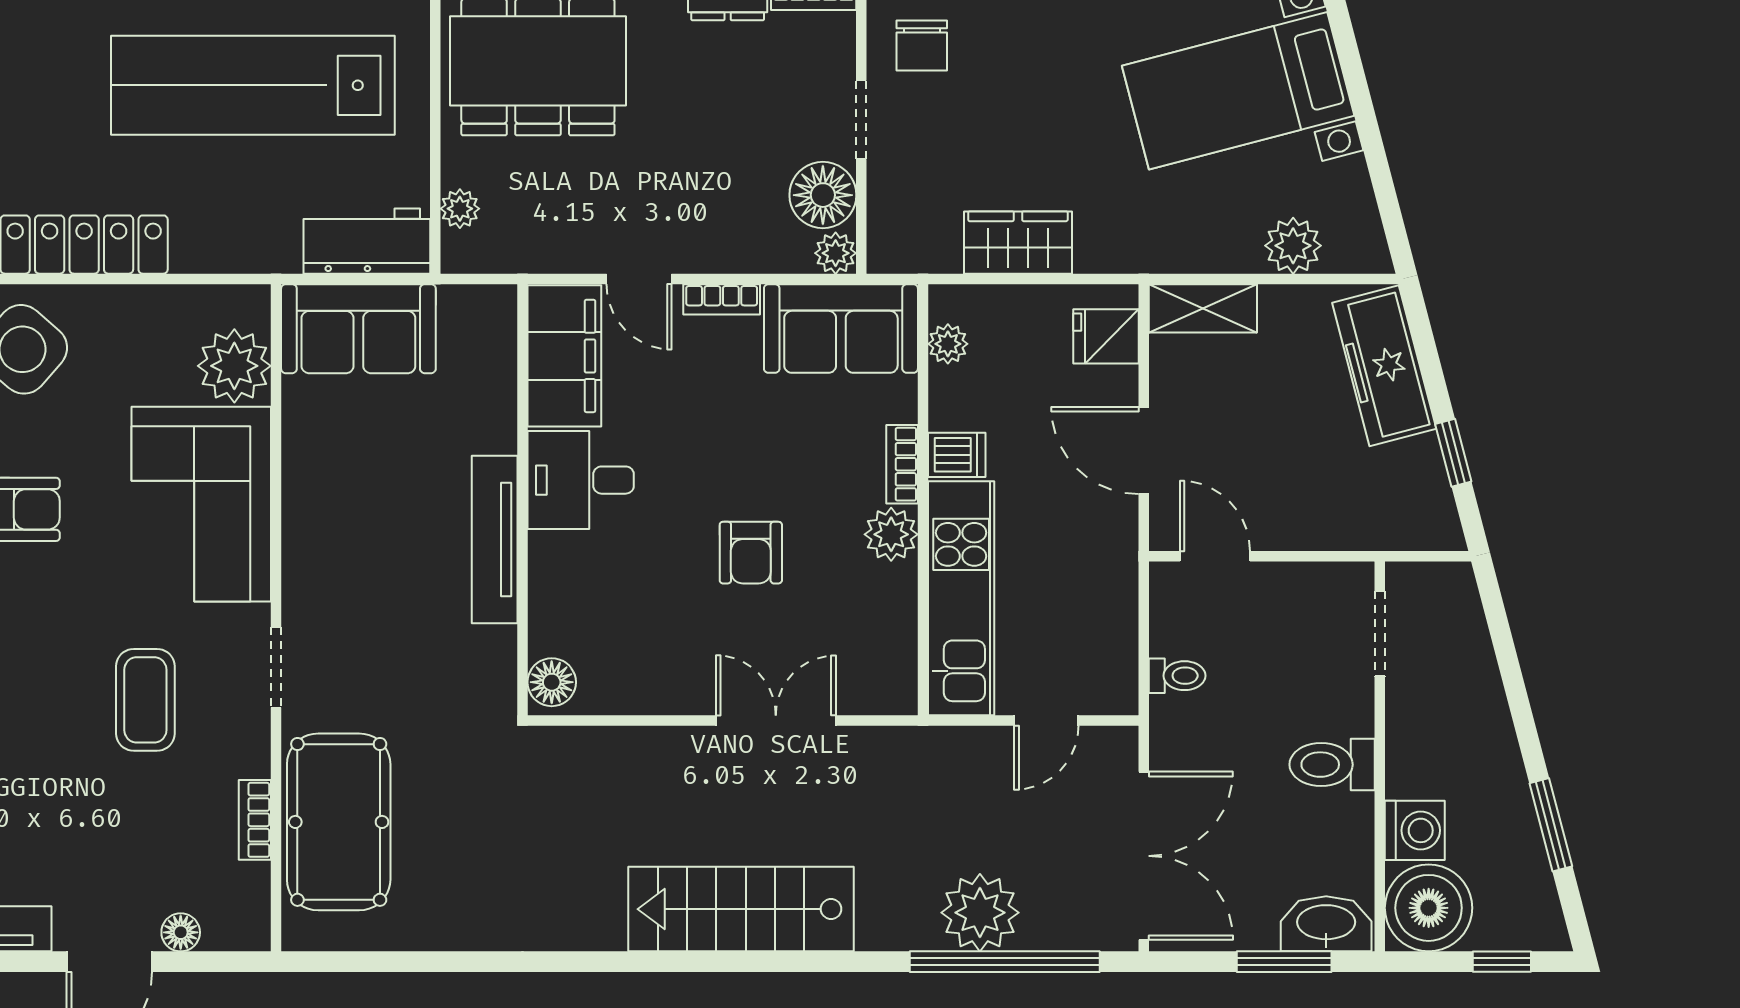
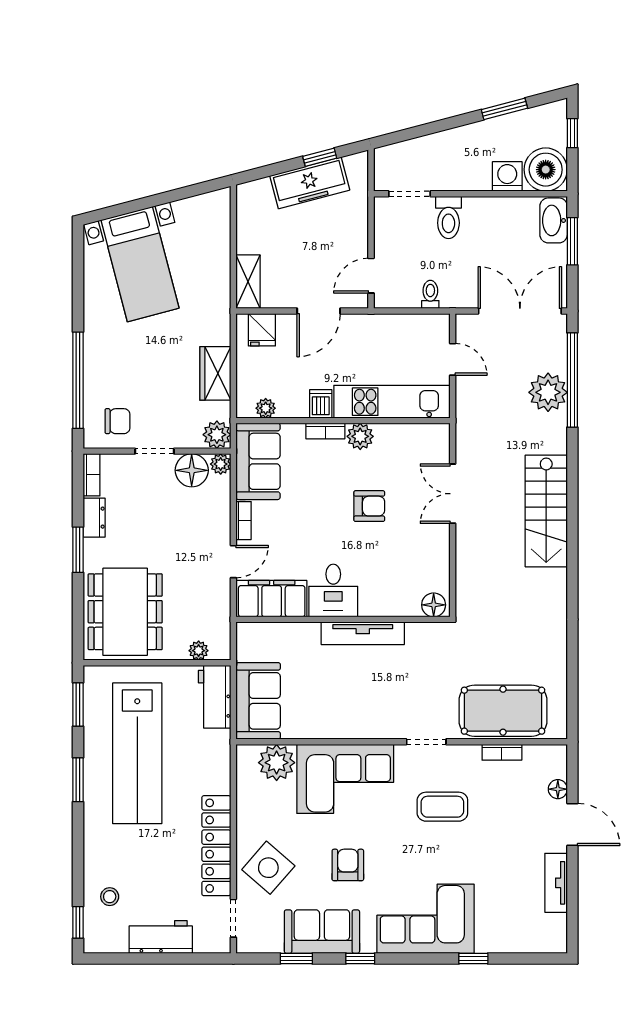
plant: (1293, 246) -> (217, 435), moved
freezer: (1384, 366) -> (310, 183), moved
toilet: (1332, 765) -> (448, 217), moved

